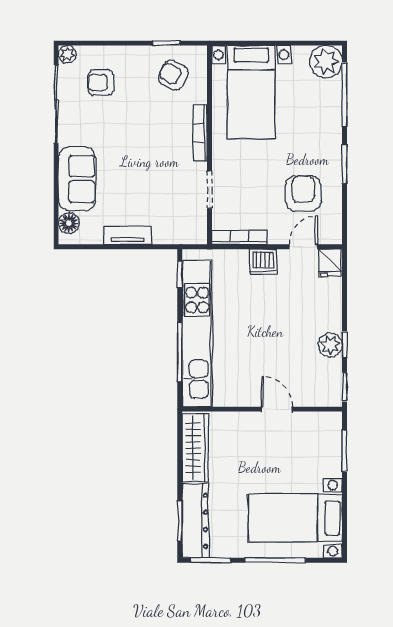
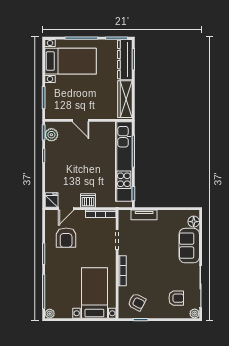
plant: (326, 62) -> (50, 314), width x0.53, depth x0.53
tv unit: (128, 235) -> (144, 215), moved
plant: (330, 345) -> (51, 135), moved

